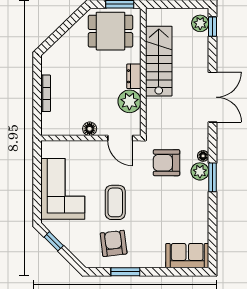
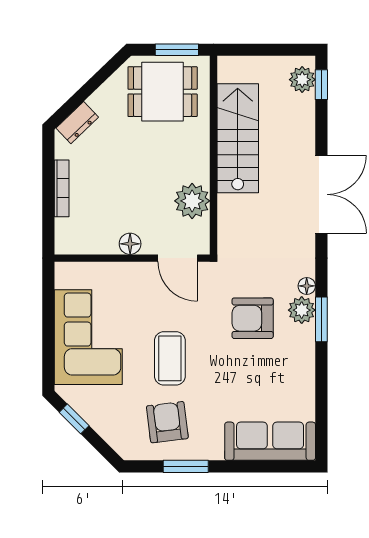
dresser: (134, 76) -> (77, 123), moved, turned -134
armchair: (167, 163) -> (253, 318), moved
sofa: (187, 256) -> (270, 441), width x1.36

